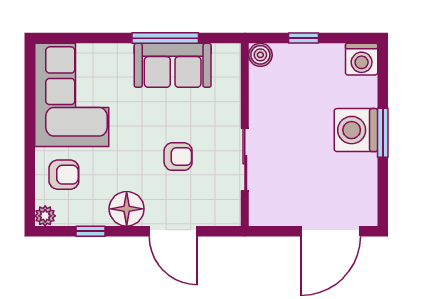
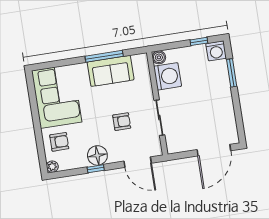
window: (304, 38) -> (199, 41), moved
washing machine: (356, 130) -> (168, 76), moved, turned 180
window: (383, 133) -> (232, 73), moved
window: (90, 231) -> (96, 169), moved
door: (173, 231) -> (138, 162), moved

